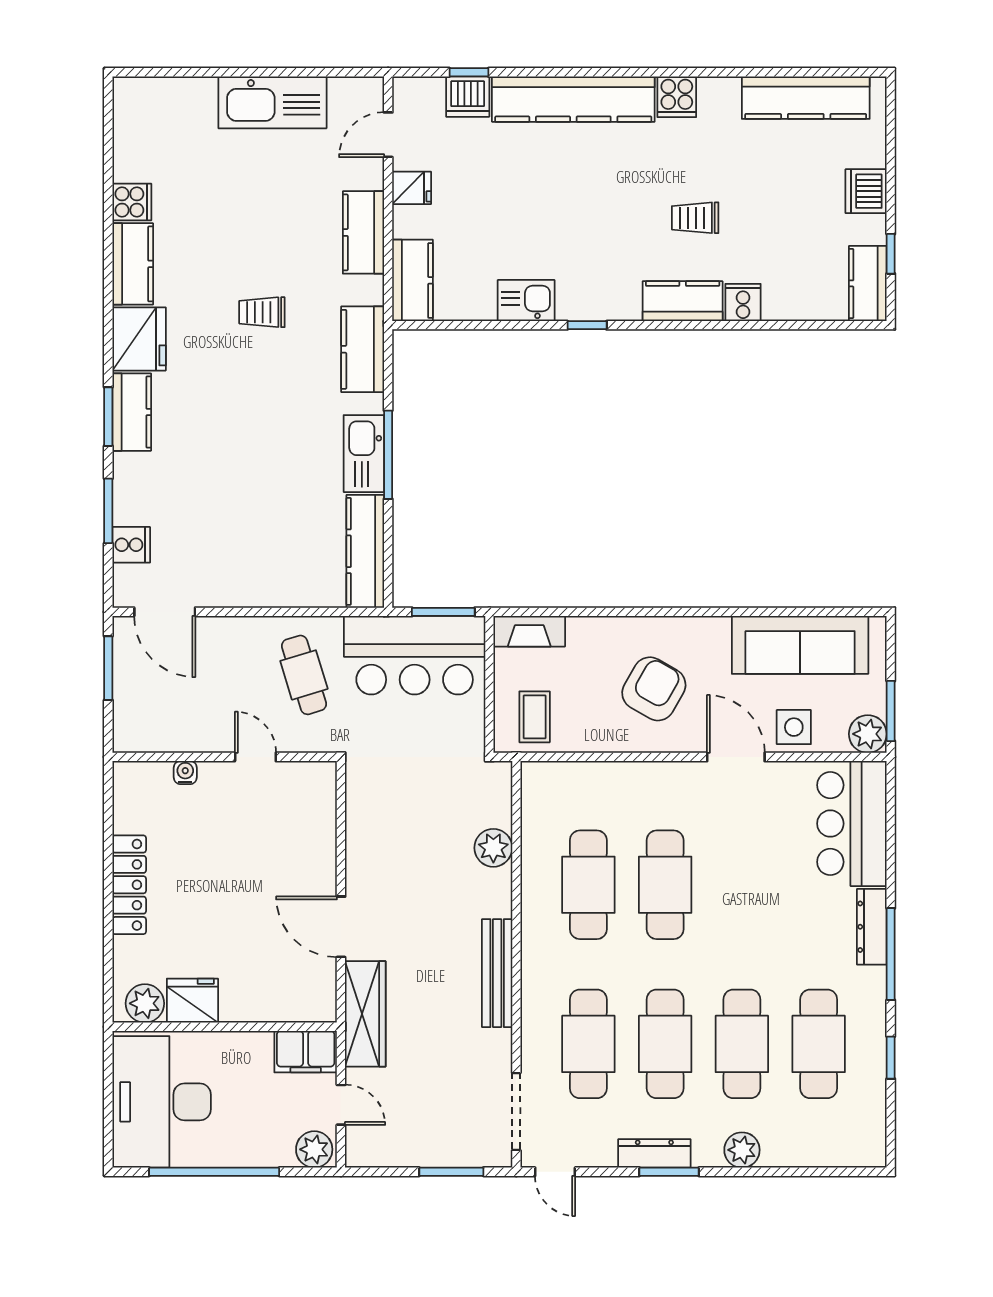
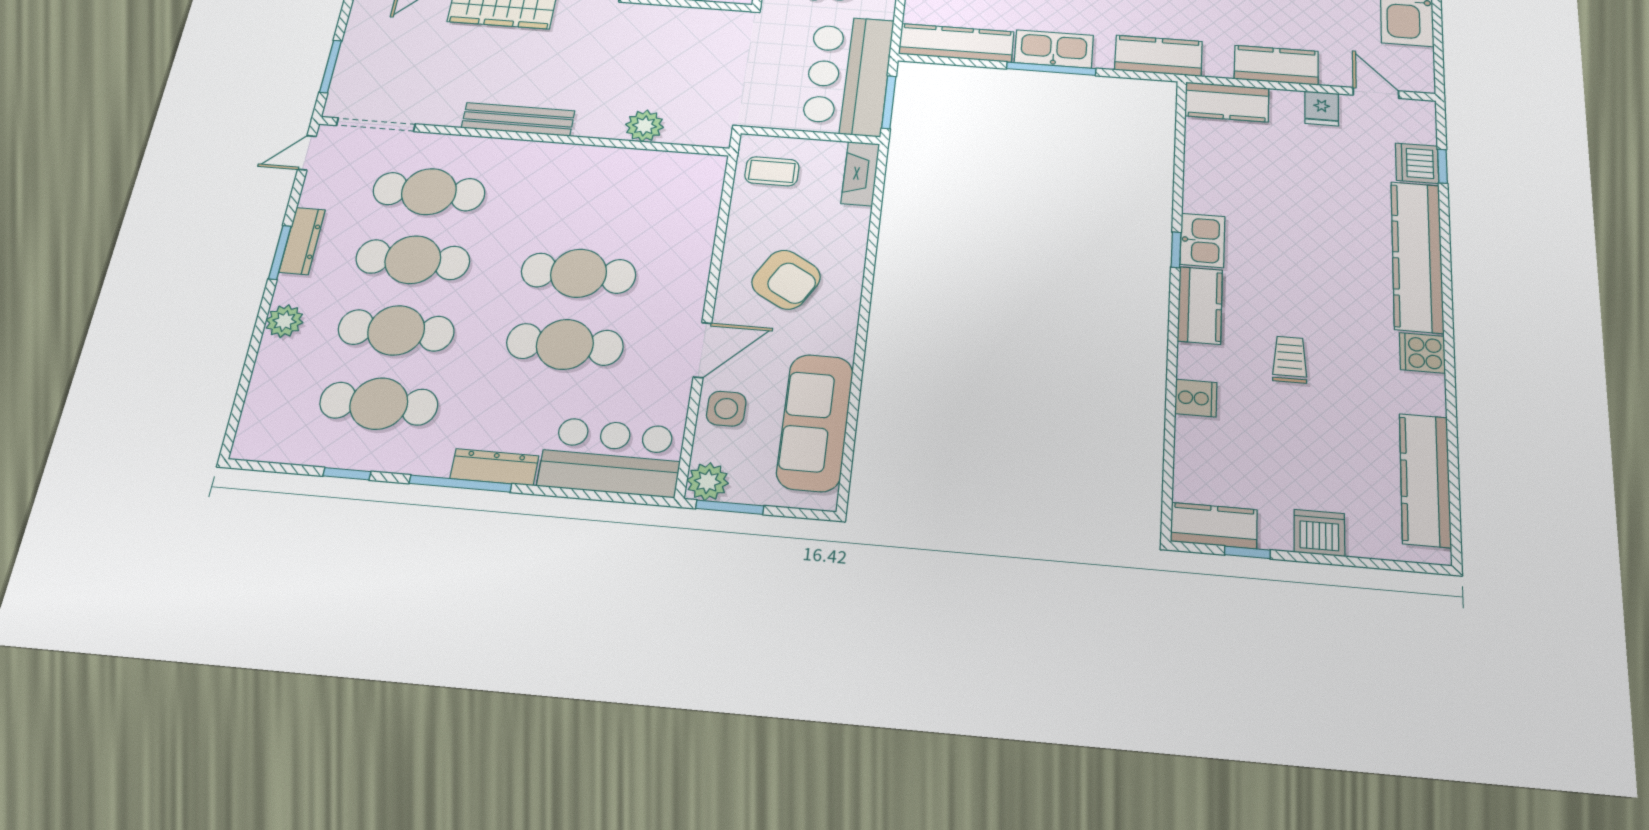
kitchen sink: (526, 301) -> (1202, 240), moved
kitchen counter: (683, 301) -> (1200, 305), moved
cafe table: (588, 885) -> (565, 344), moved

